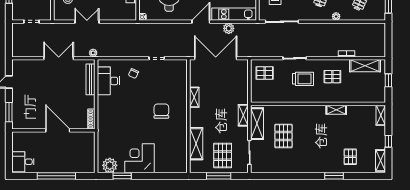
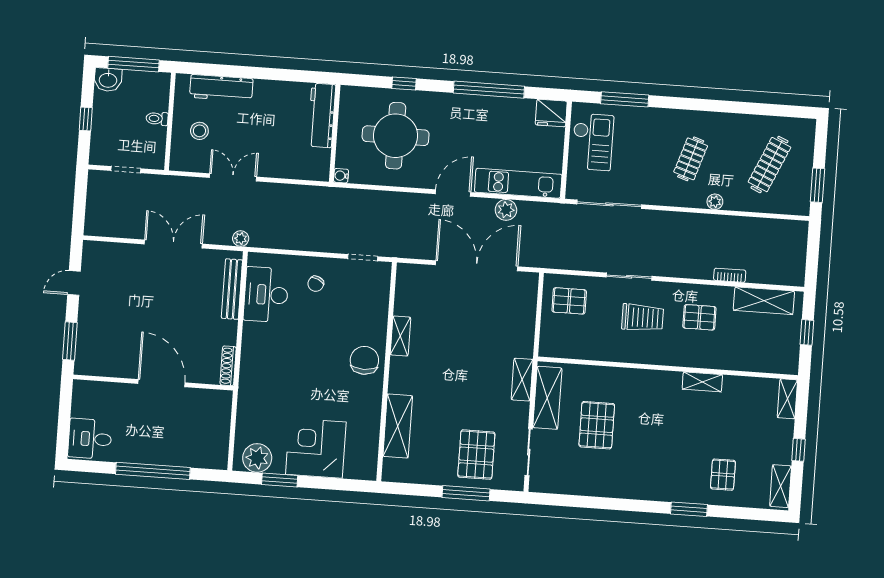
shelving: (194, 97) -> (400, 336), moved
wall: (188, 116) -> (387, 372), moved
shelving: (196, 144) -> (398, 426), moved

